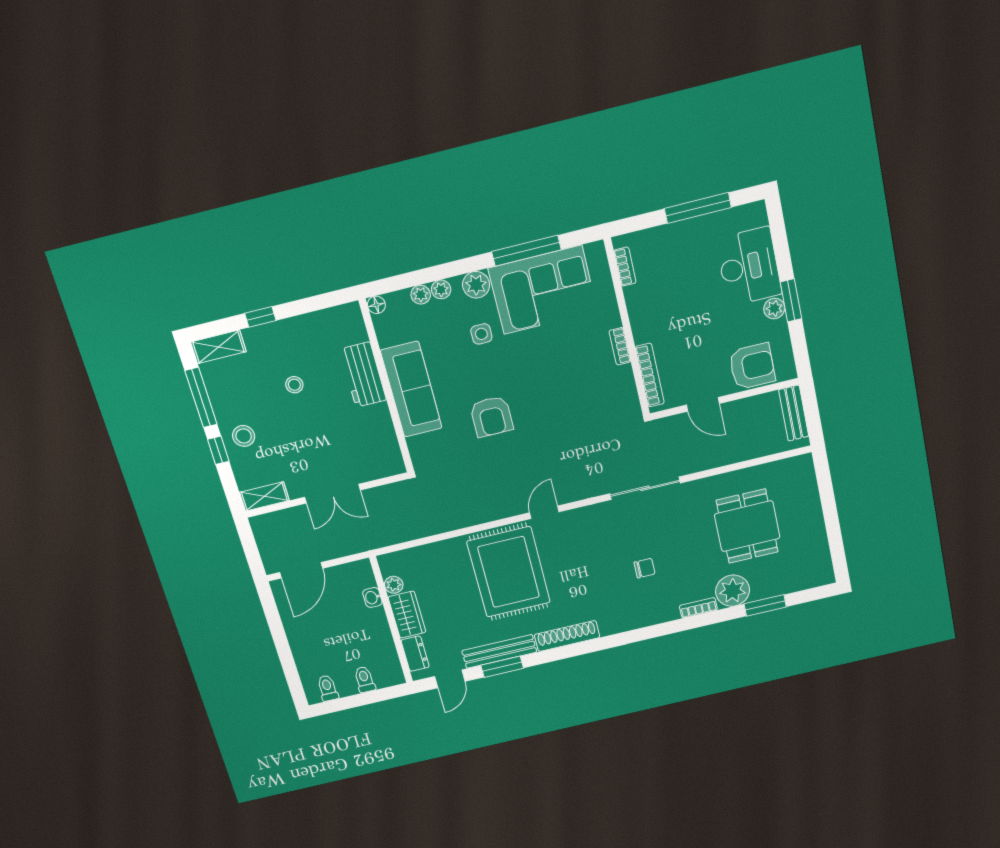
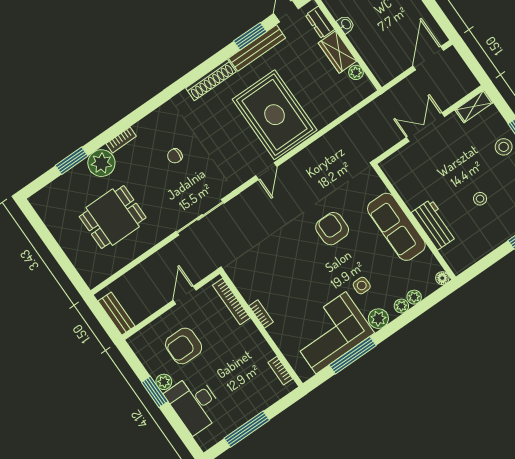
armchair: (752, 366) -> (184, 346), moved
door: (703, 404) -> (185, 295), hinge flipped
dining table: (747, 526) -> (113, 217), turned 90
washbasin: (372, 597) -> (346, 24), moved

